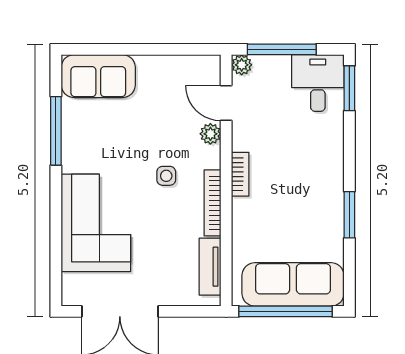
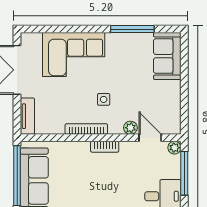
door: (226, 103) -> (150, 138), hinge flipped
tv unit: (210, 267) -> (27, 116), moved, turned 90

